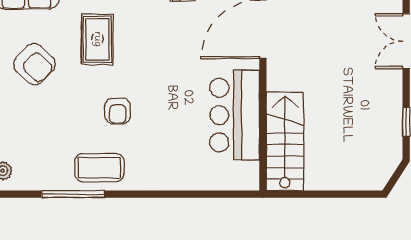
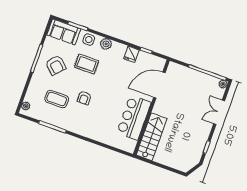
rug: (97, 39) -> (87, 64), turned 90
coffee table: (99, 168) -> (57, 99), moved

